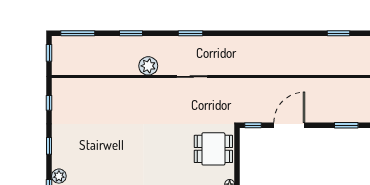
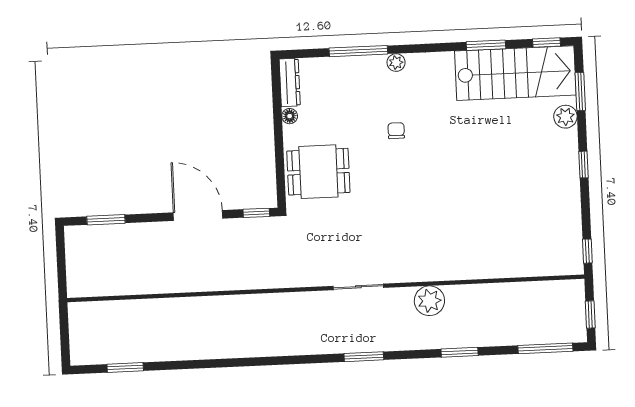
window: (49, 103) -> (587, 251), moved
door: (289, 125) -> (198, 216), swing flipped
chair: (164, 172) -> (396, 131), added

